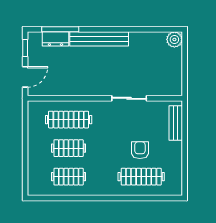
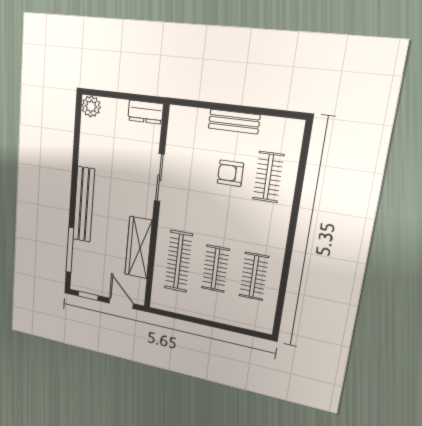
dresser: (55, 39) -> (145, 112), moved, turned 90
wardrobe: (73, 87) -> (138, 248), added
bench: (176, 123) -> (234, 122), moved
clothes rail: (141, 177) -> (268, 177), width x0.73

